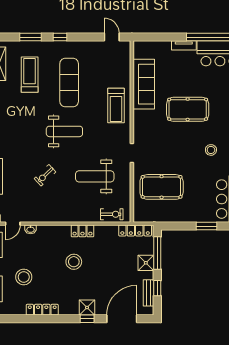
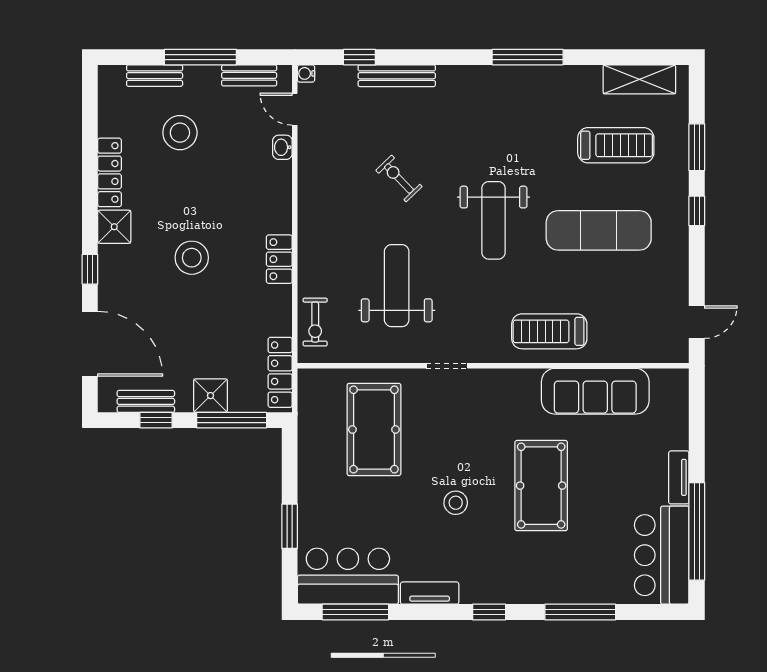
stool: (211, 150) -> (456, 503), moved
stool: (74, 262) -> (192, 258), moved
shower: (87, 308) -> (114, 227), moved

